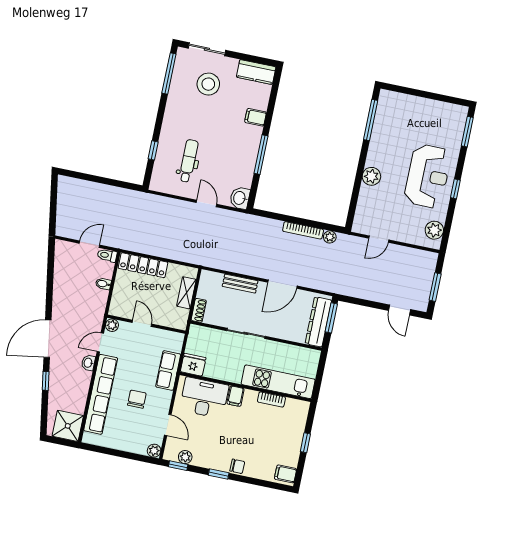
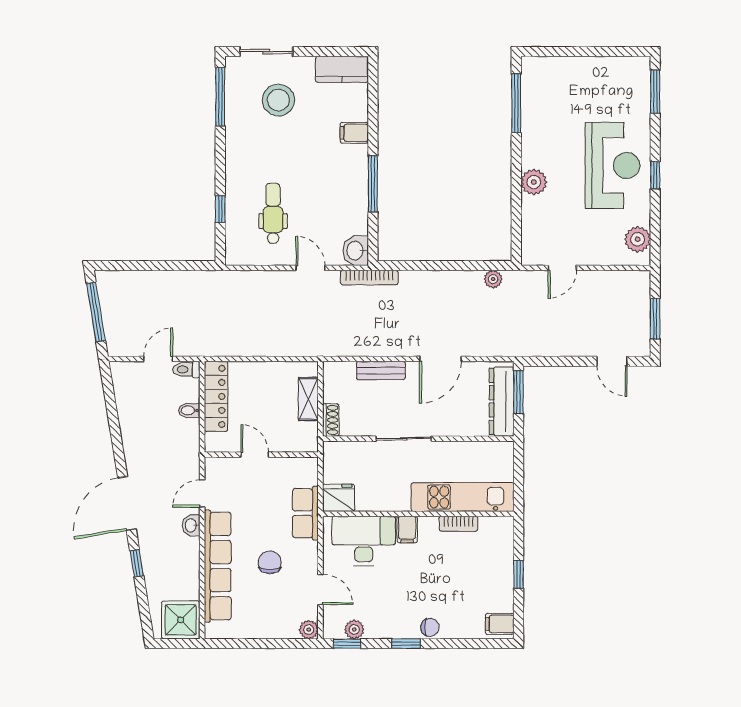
window: (53, 203) -> (96, 312), added
bookcase: (303, 230) -> (369, 278), moved
locker: (143, 265) -> (216, 396), moved, turned -90
plant: (112, 325) -> (213, 466), removed

